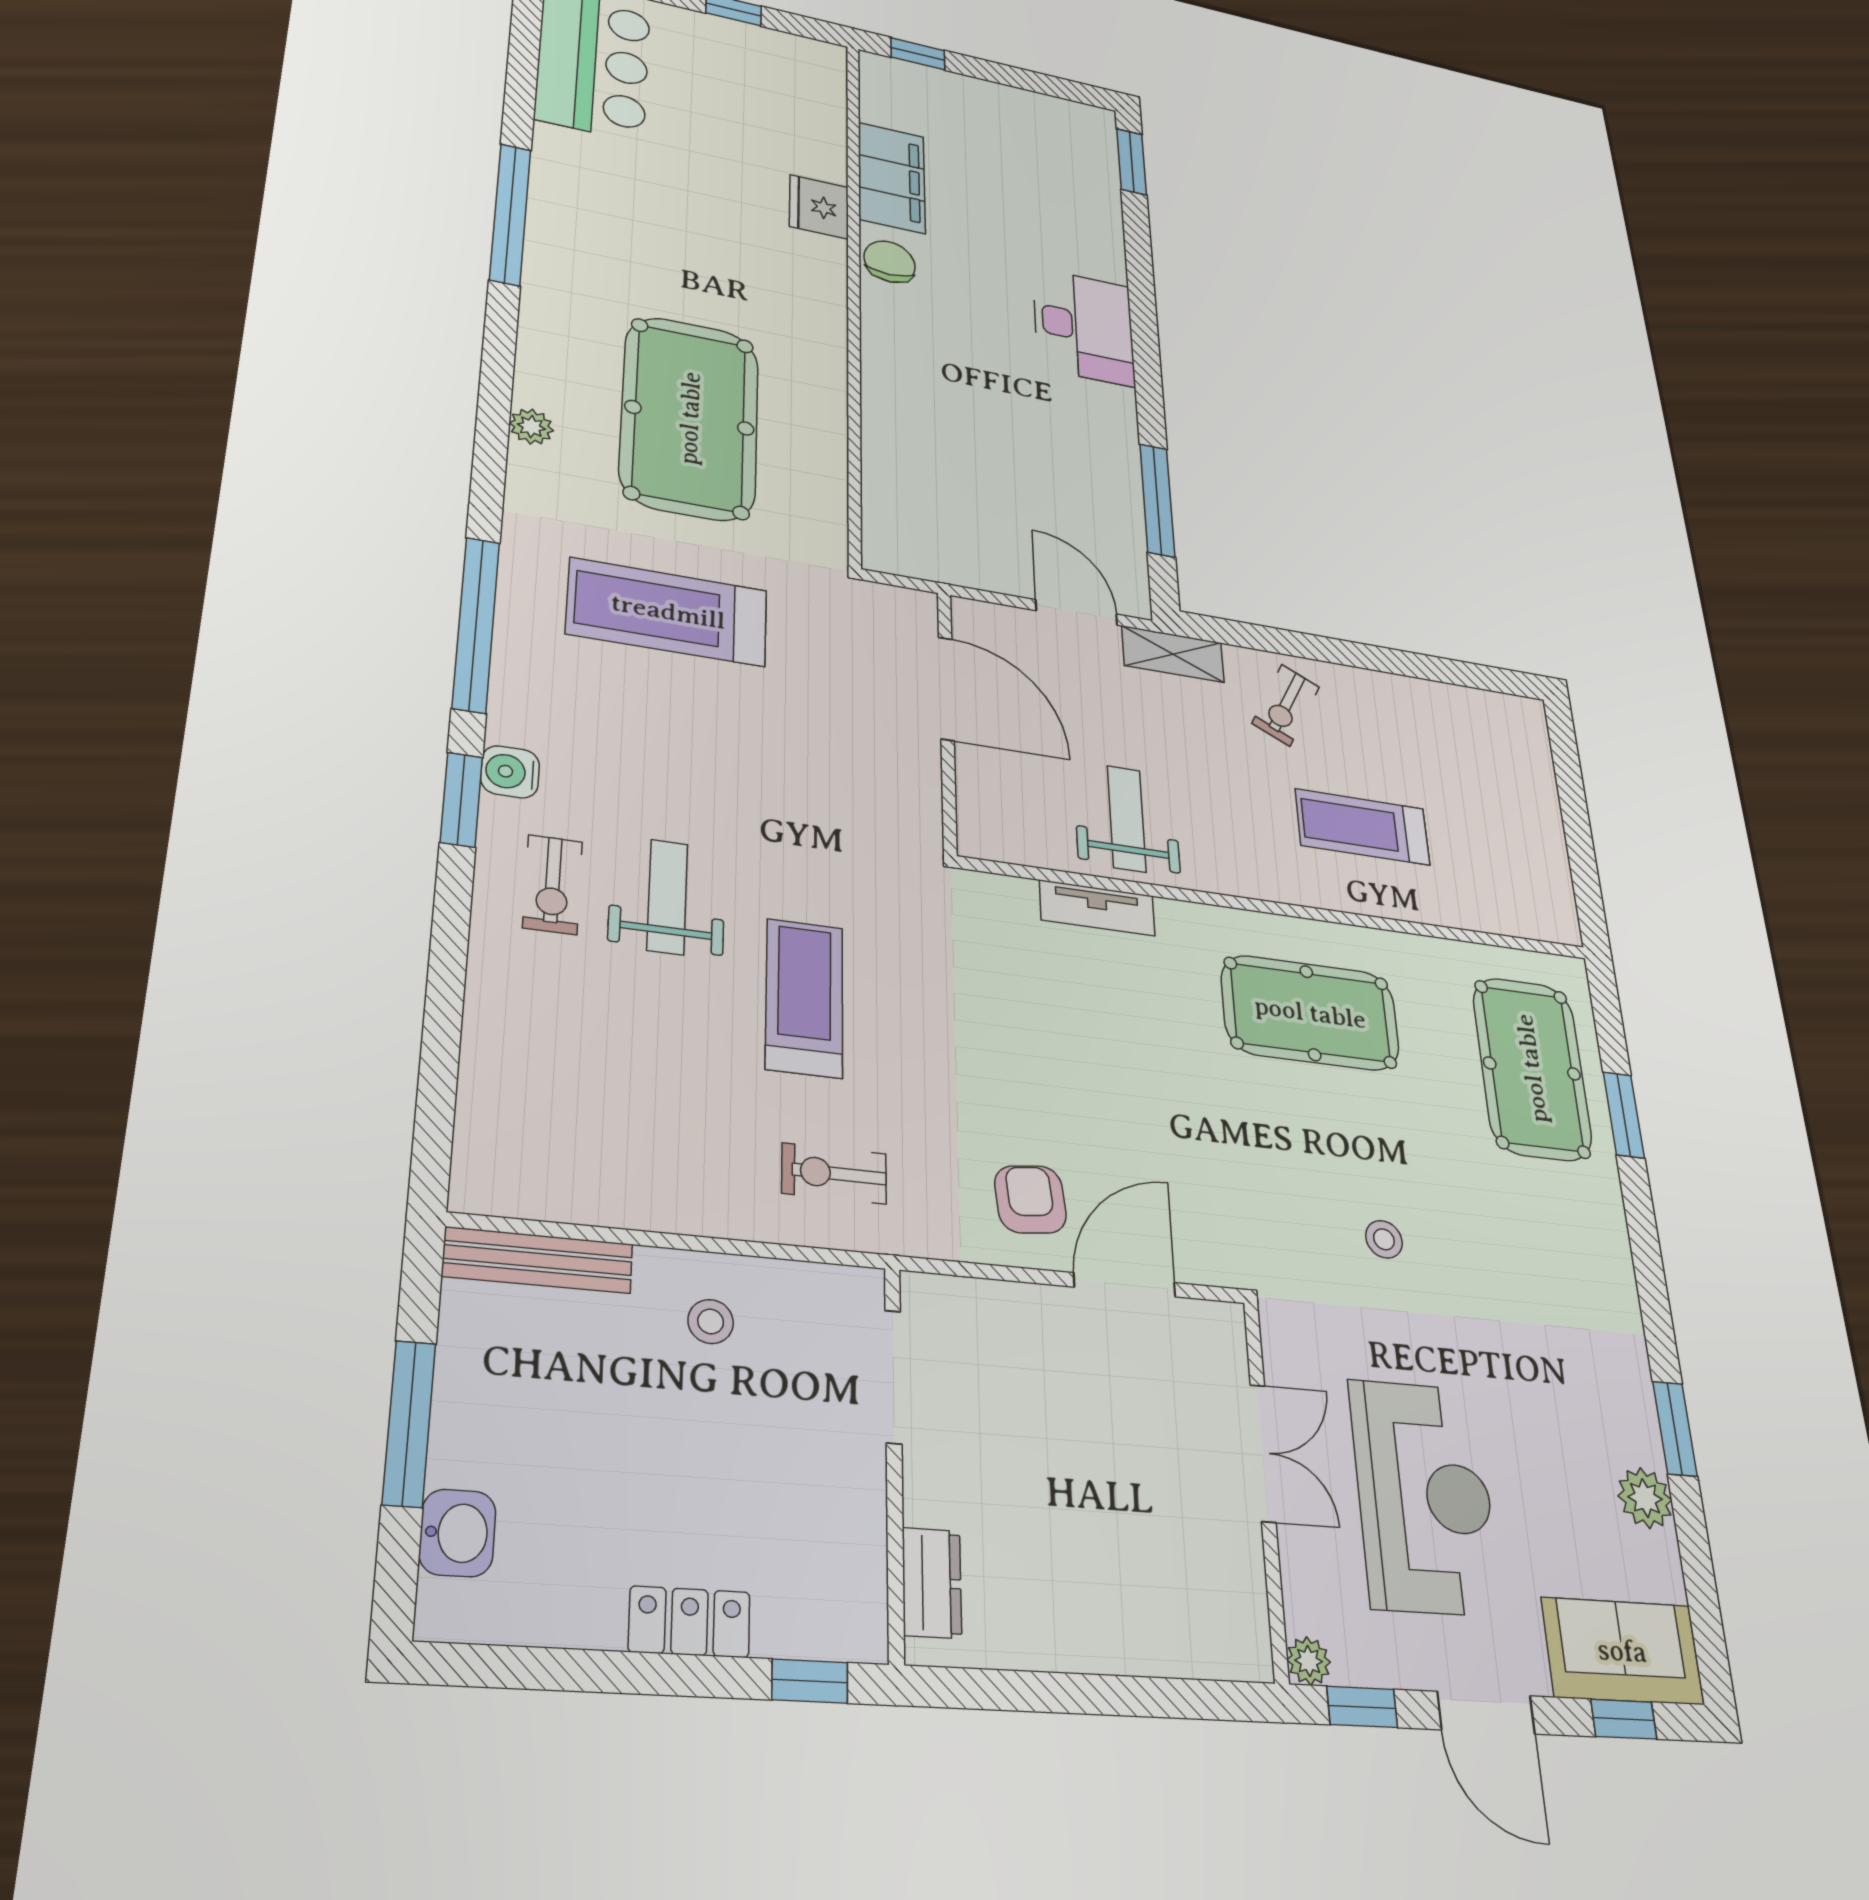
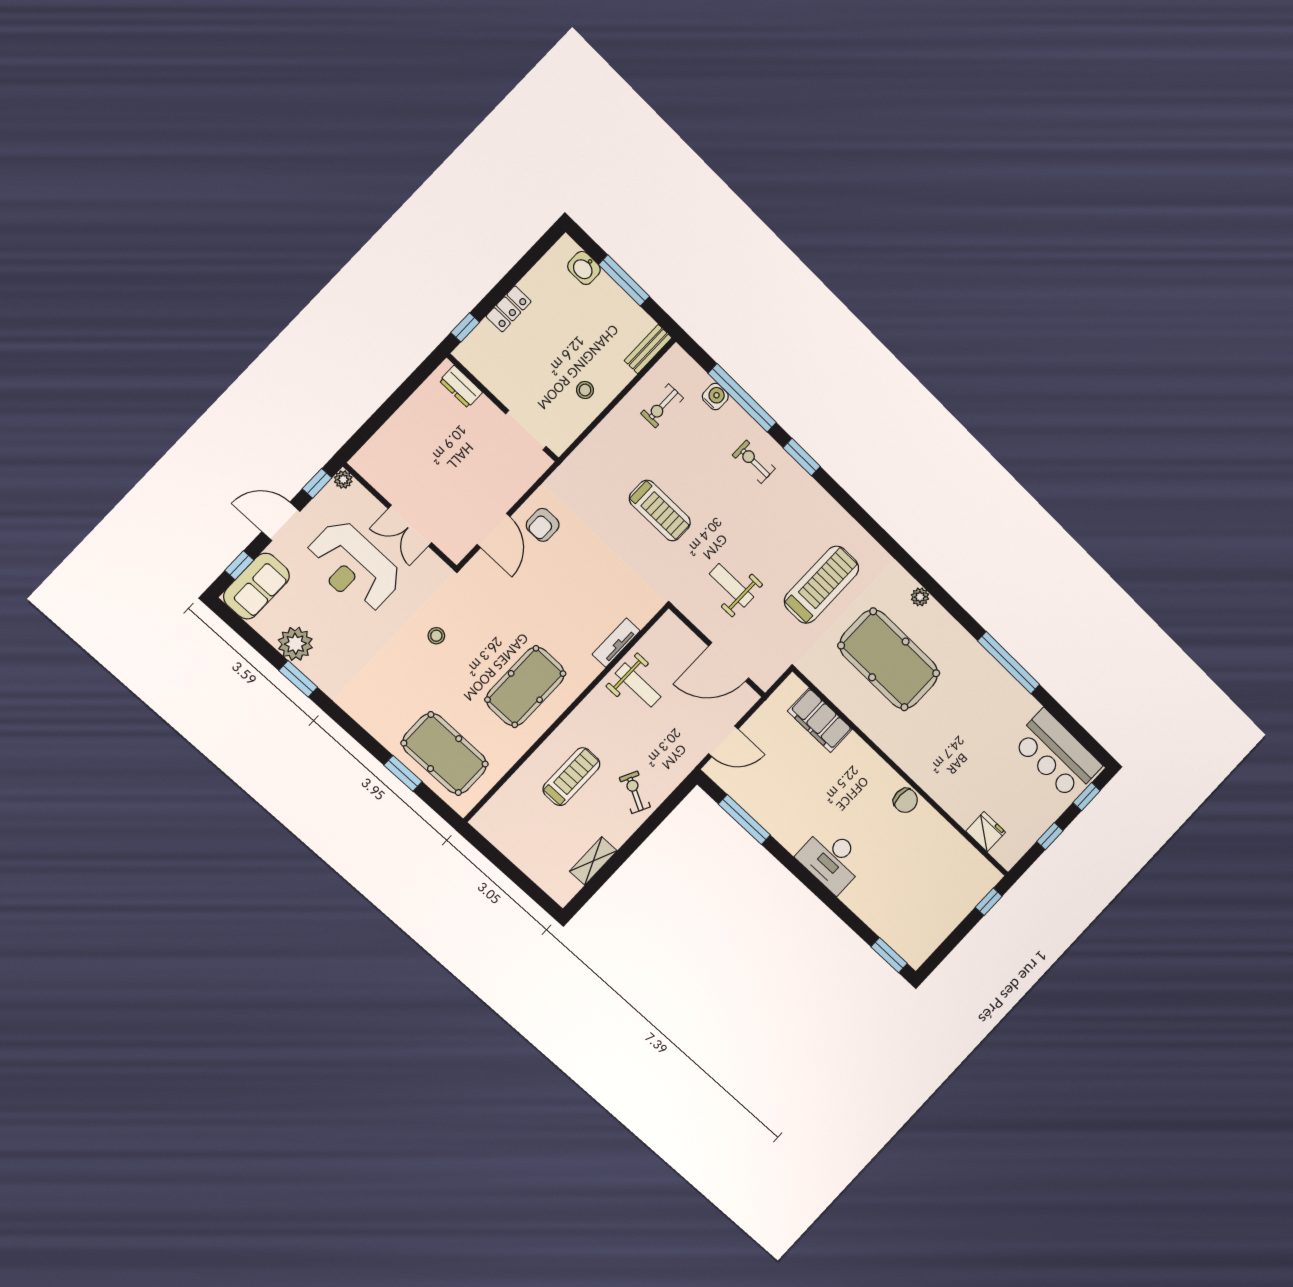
filing cabinet: (892, 178) -> (820, 720), moved
fridge: (819, 207) -> (986, 832), moved
window: (476, 624) -> (742, 398), moved
shelving: (1173, 654) -> (593, 861), moved
water cooler: (510, 772) -> (715, 397), moved
weight bench: (667, 897) -> (732, 585), moved, turned 180
exercise bike: (834, 1173) -> (662, 406), moved, turned 180
armchair: (1030, 1199) -> (543, 525), turned 96
bench: (538, 1260) -> (648, 349), width x0.73
plant: (1645, 1498) -> (295, 644), width x1.36, depth x1.36

